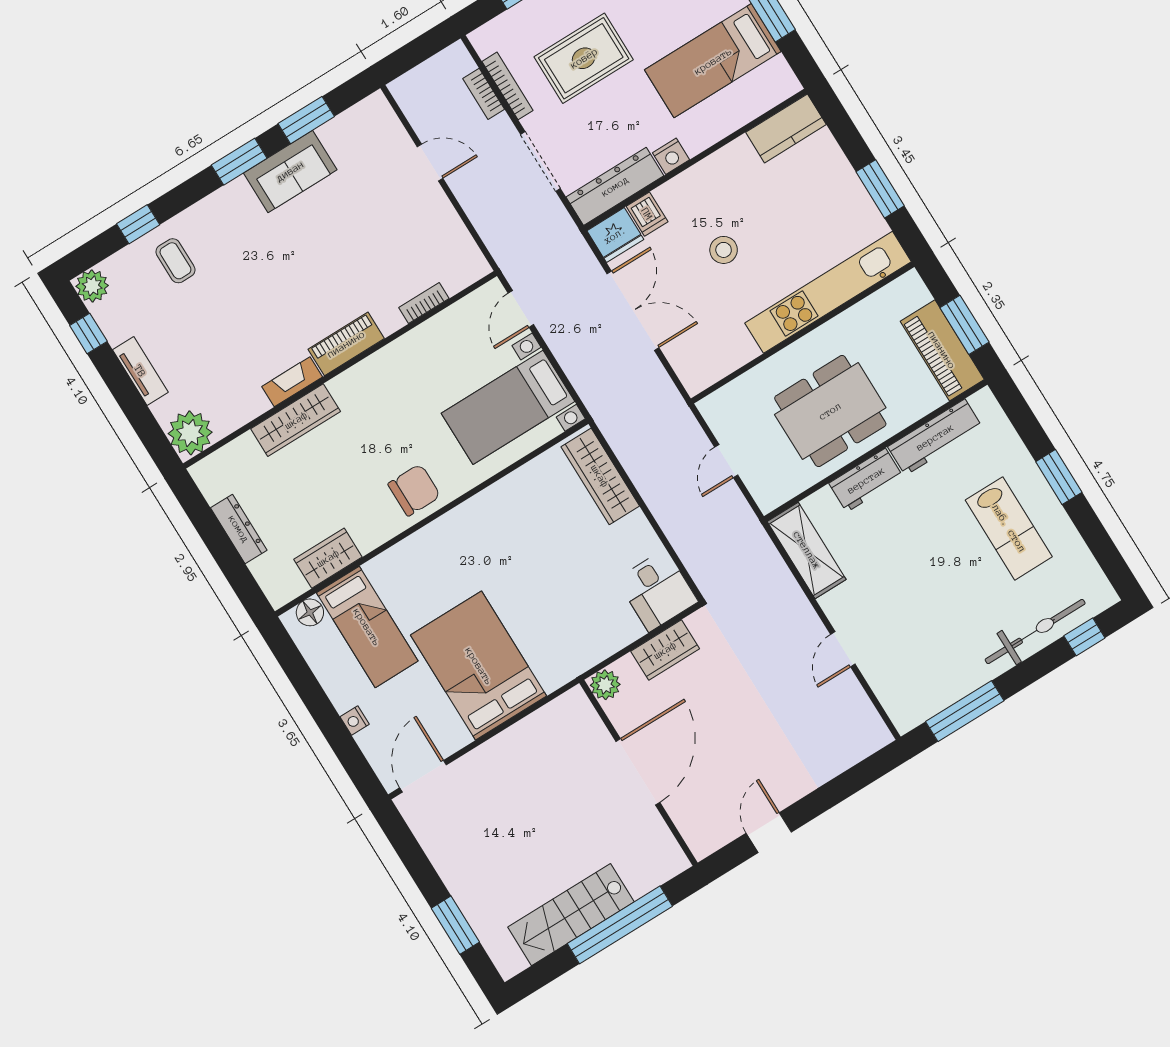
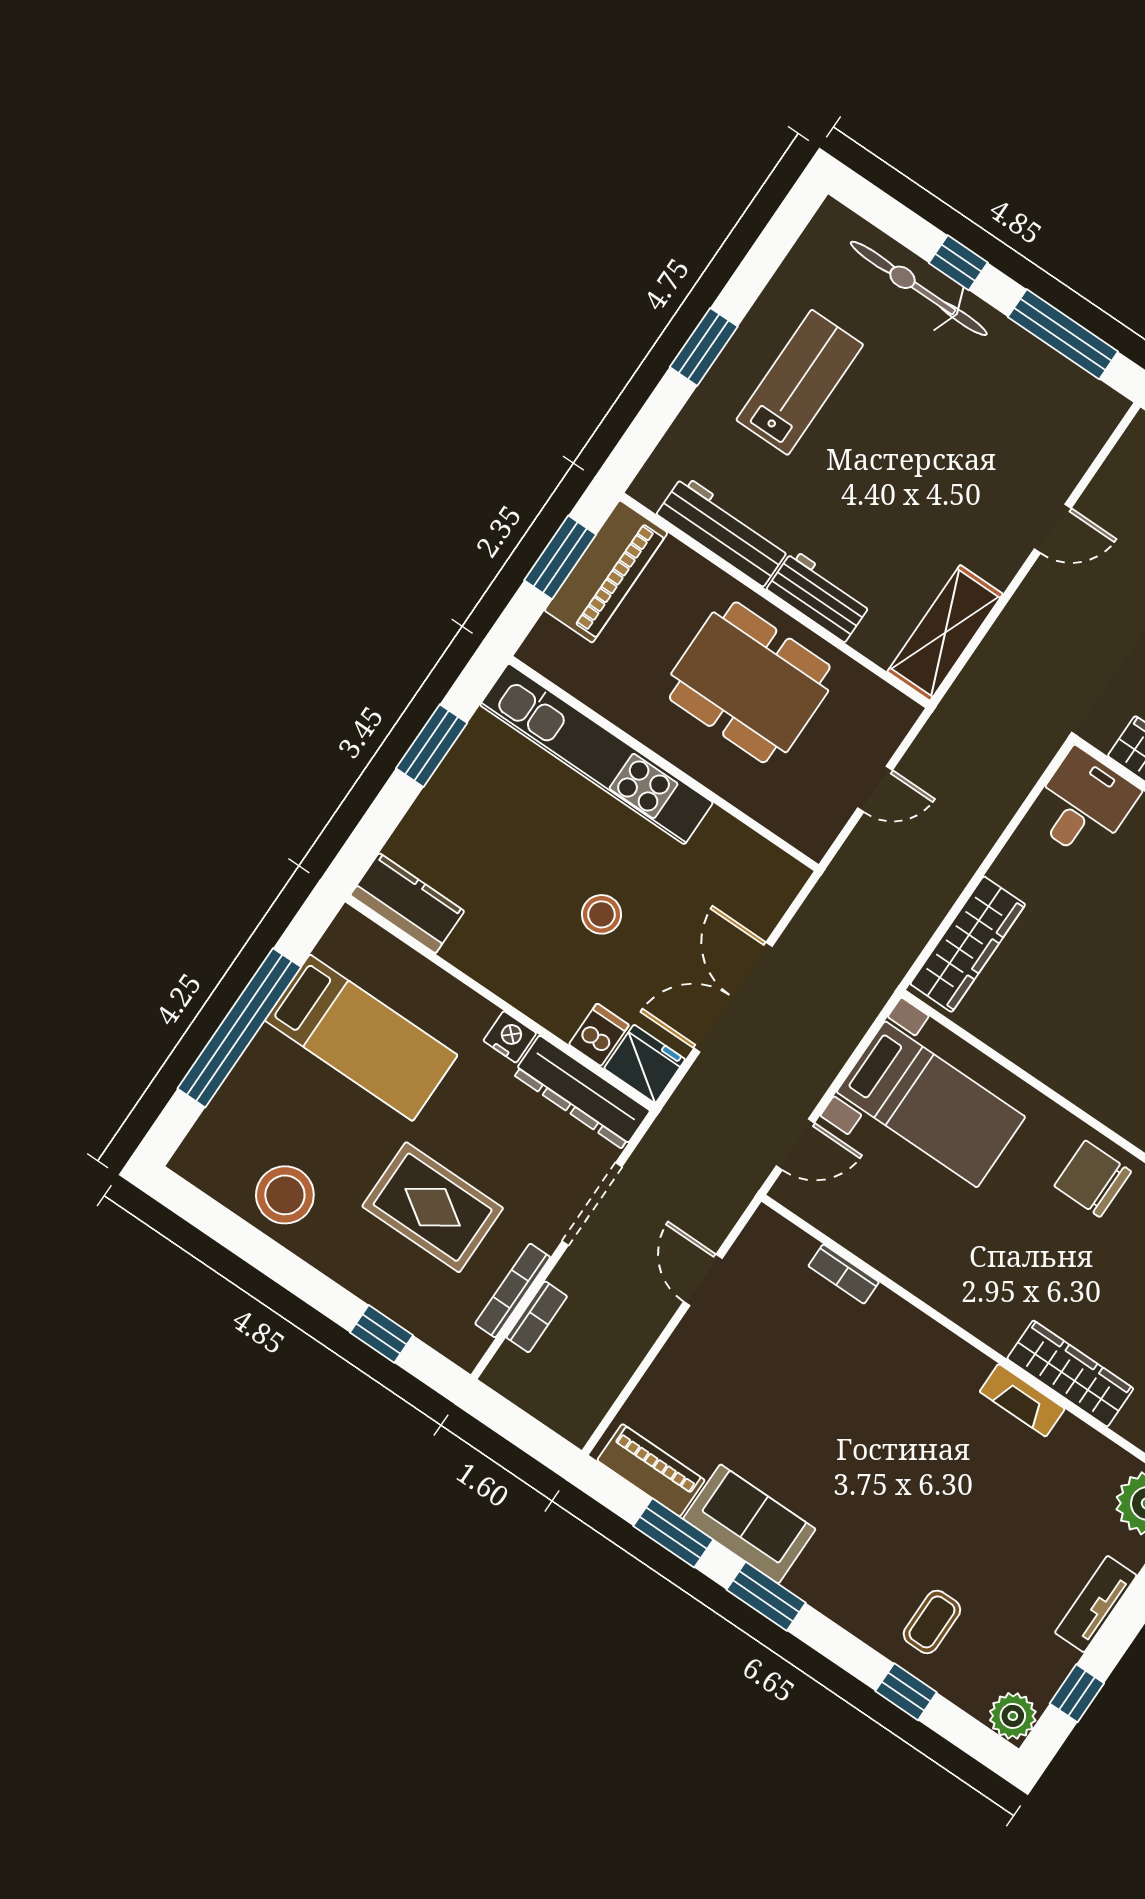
door: (430, 163) -> (703, 1280), moved
piano: (346, 344) -> (651, 1470), moved, turned 180
window: (1084, 637) -> (958, 263), moved

